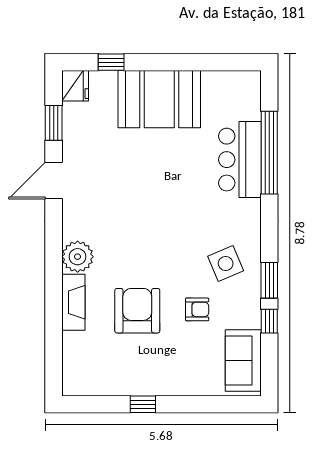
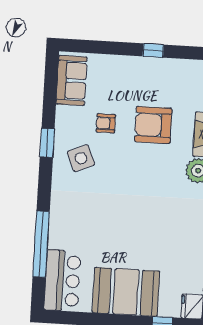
bar counter: (240, 160) -> (62, 281), moved
armchair: (137, 311) -> (153, 125), turned 90
window: (269, 321) -> (49, 110), removed

